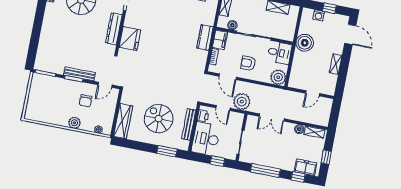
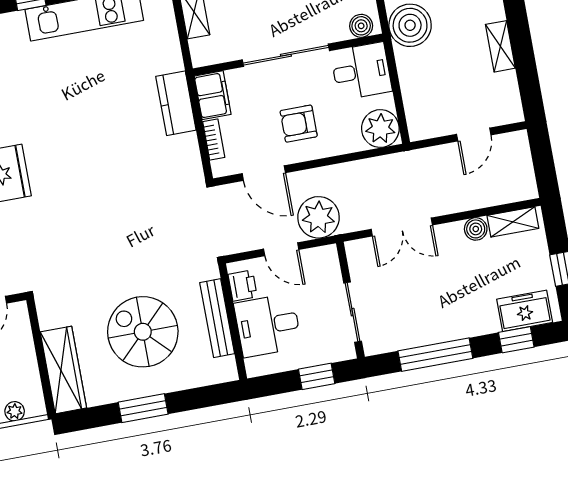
boiler: (232, 25) -> (361, 26), moved
desk: (206, 139) -> (268, 325), width x0.73
window: (167, 151) -> (143, 408), moved

